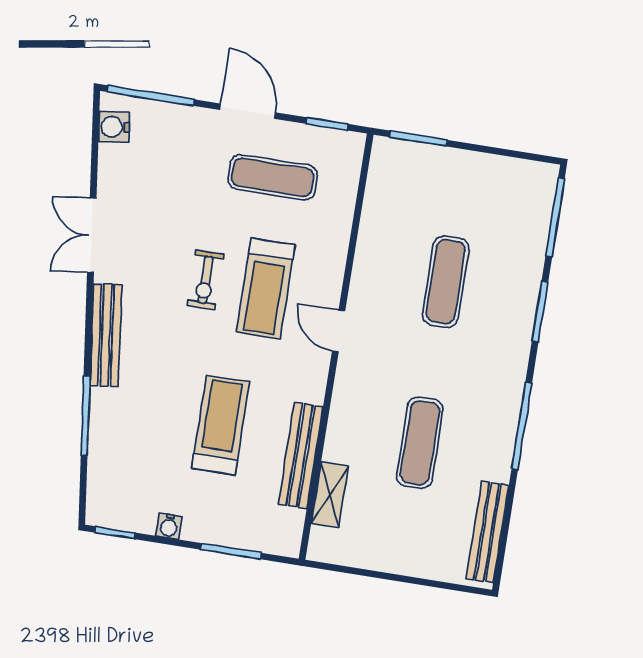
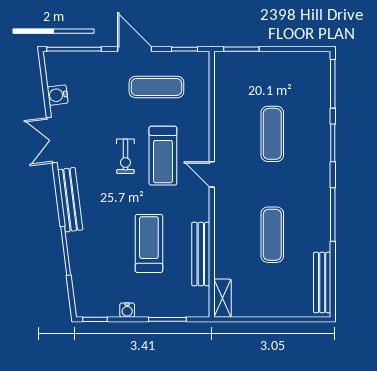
water cooler: (114, 127) -> (58, 95), moved
shelving: (330, 495) -> (222, 298), moved

